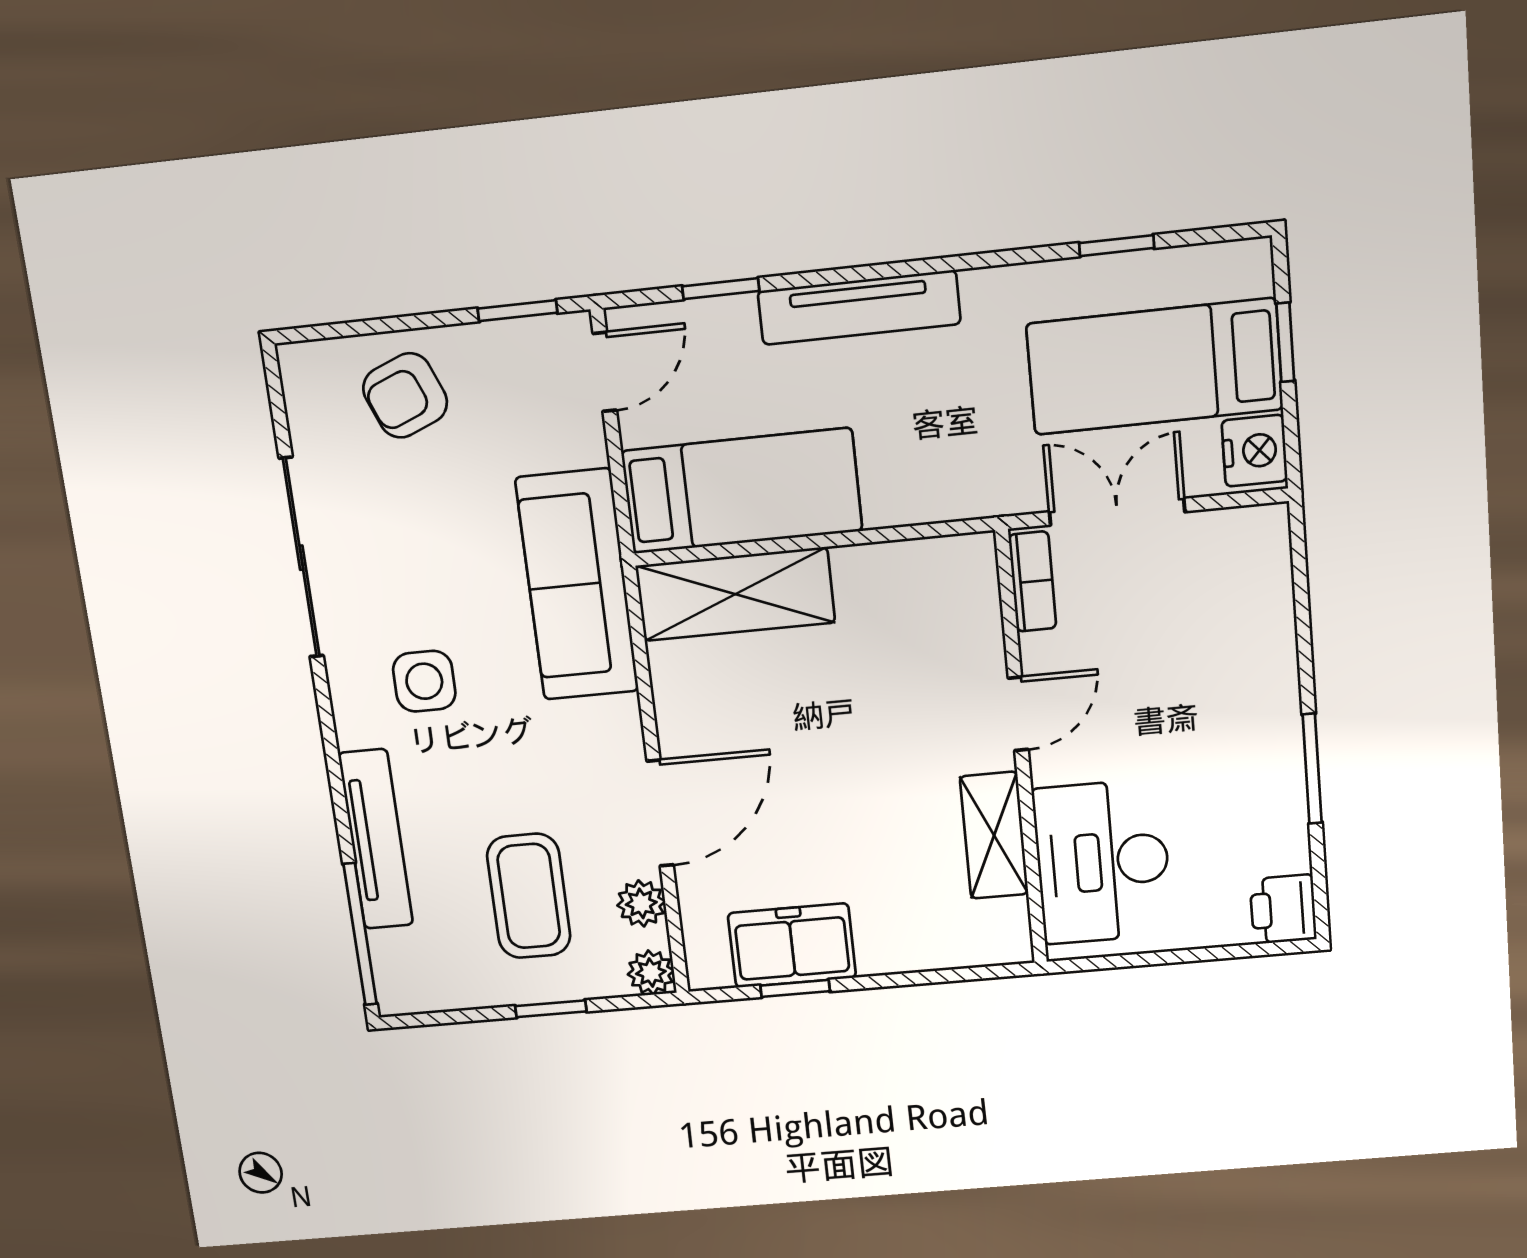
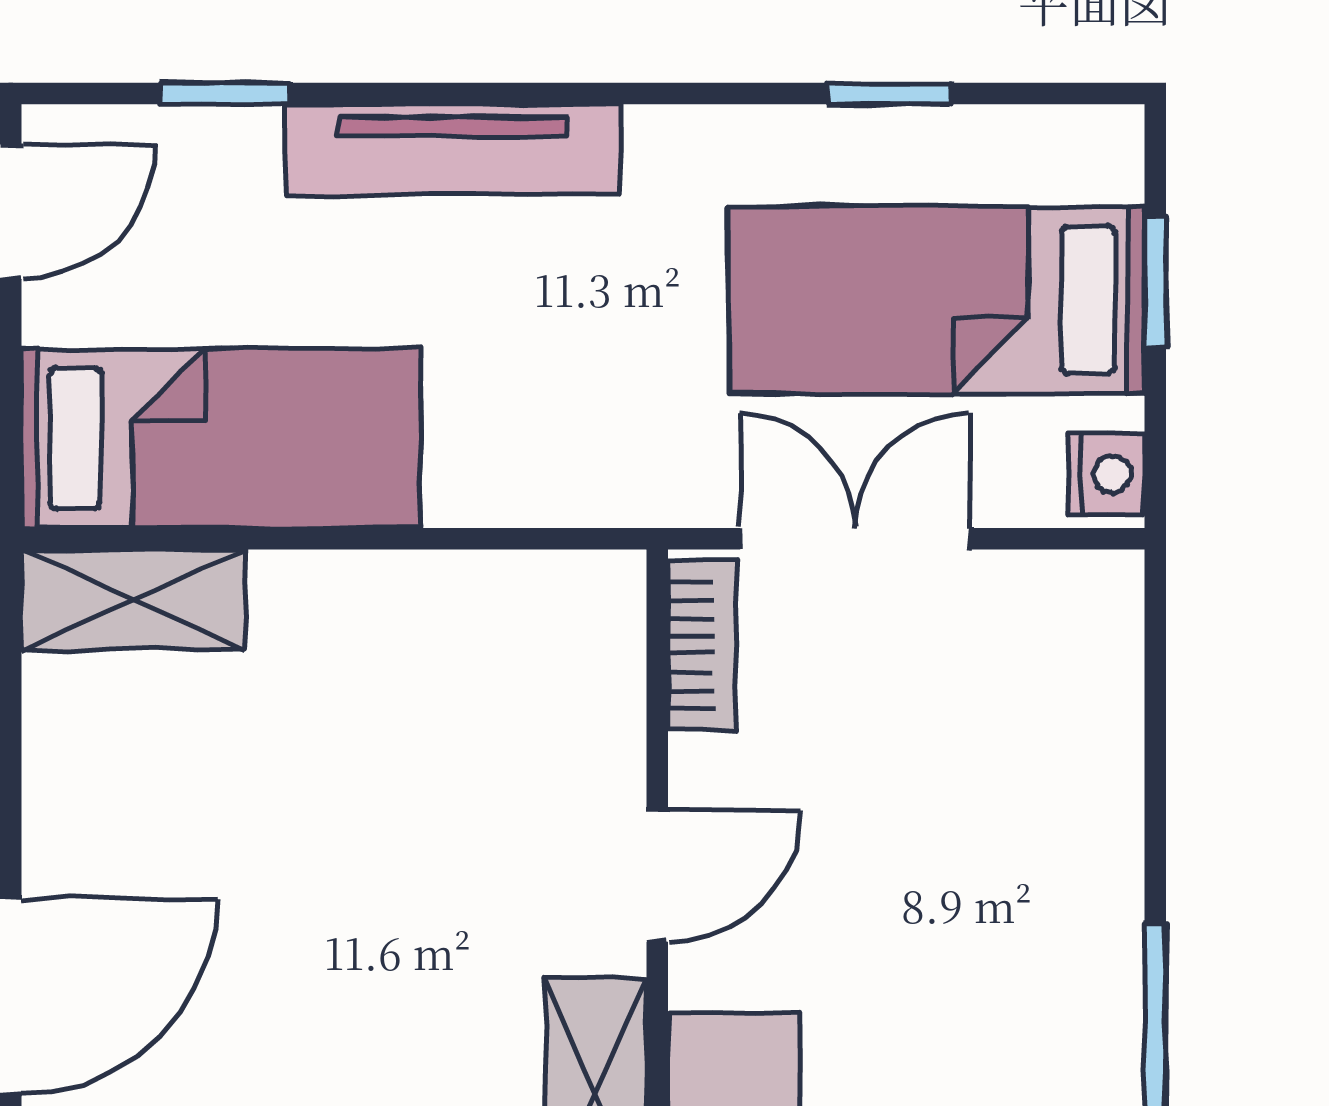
nightstand: (1255, 451) -> (1106, 474), width x0.72, depth x0.74
shelving: (735, 594) -> (133, 600), width x0.67, depth x0.75

